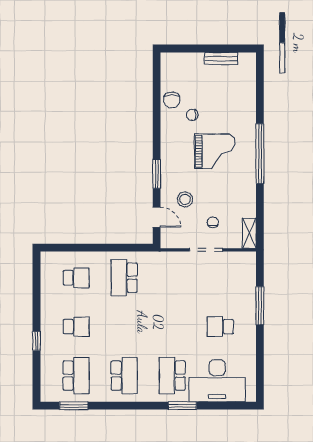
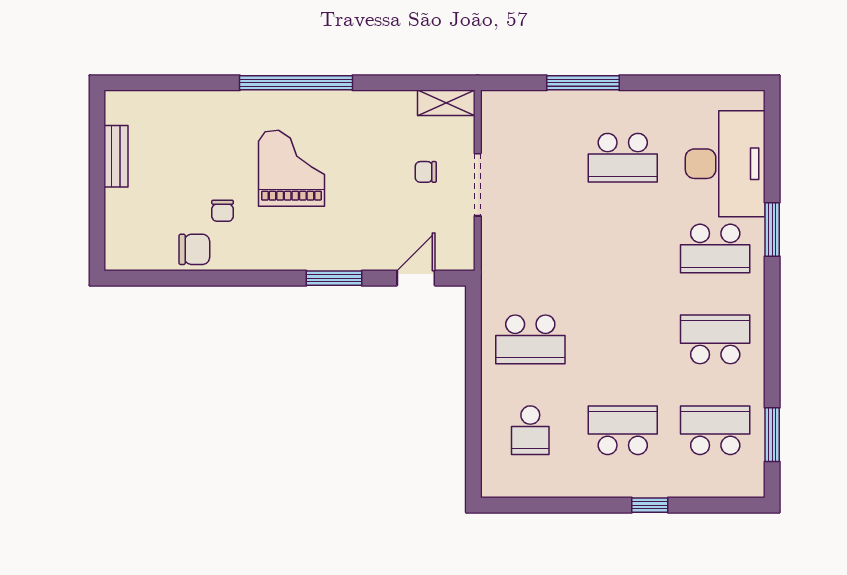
stool: (185, 199) -> (382, 225), removed
school desk: (76, 278) -> (530, 430), turned 180
school desk: (76, 327) -> (623, 430), width x1.85
school desk: (220, 327) -> (623, 158), width x1.85

